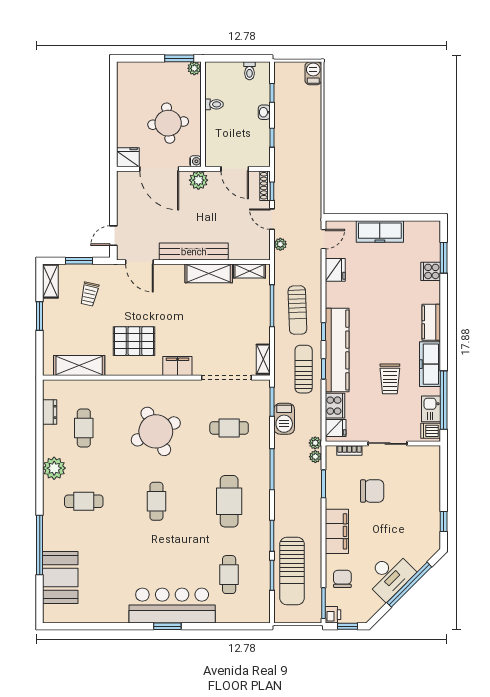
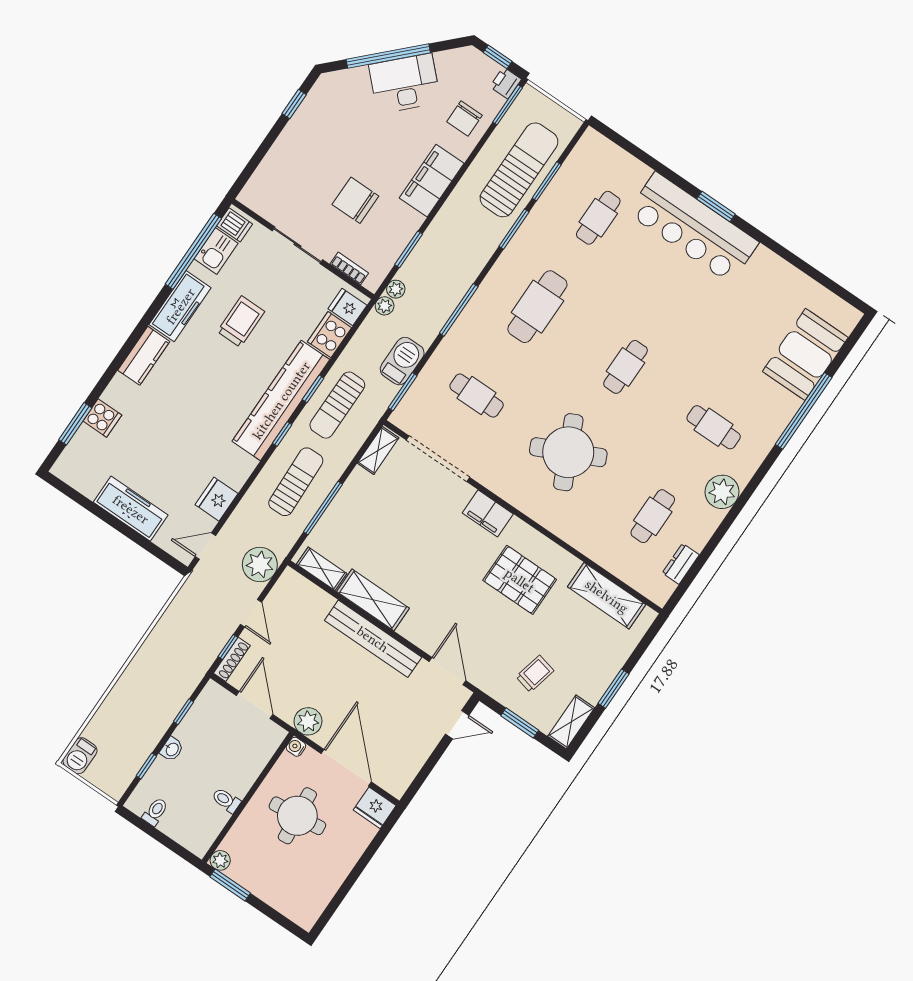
plant: (280, 244) -> (260, 565), width x1.87, depth x1.87

